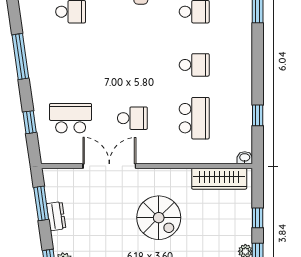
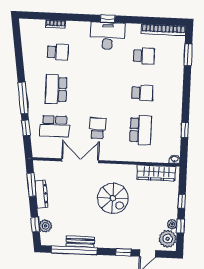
window: (20, 57) -> (23, 98), moved
school desk: (71, 65) -> (56, 89), added
school desk: (71, 118) -> (55, 126), turned 180
school desk: (132, 118) -> (98, 128), turned -90
dresser: (56, 216) -> (41, 194), width x1.44

